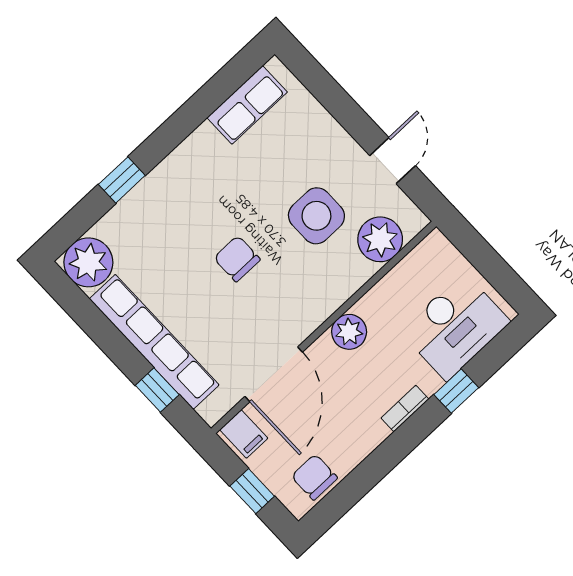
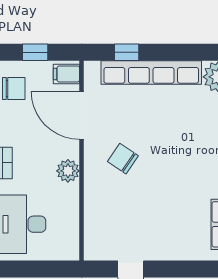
side table: (316, 216) -> (139, 207), removed
plant: (380, 239) -> (98, 227), removed
chair: (237, 259) -> (123, 159), moved, turned -146

